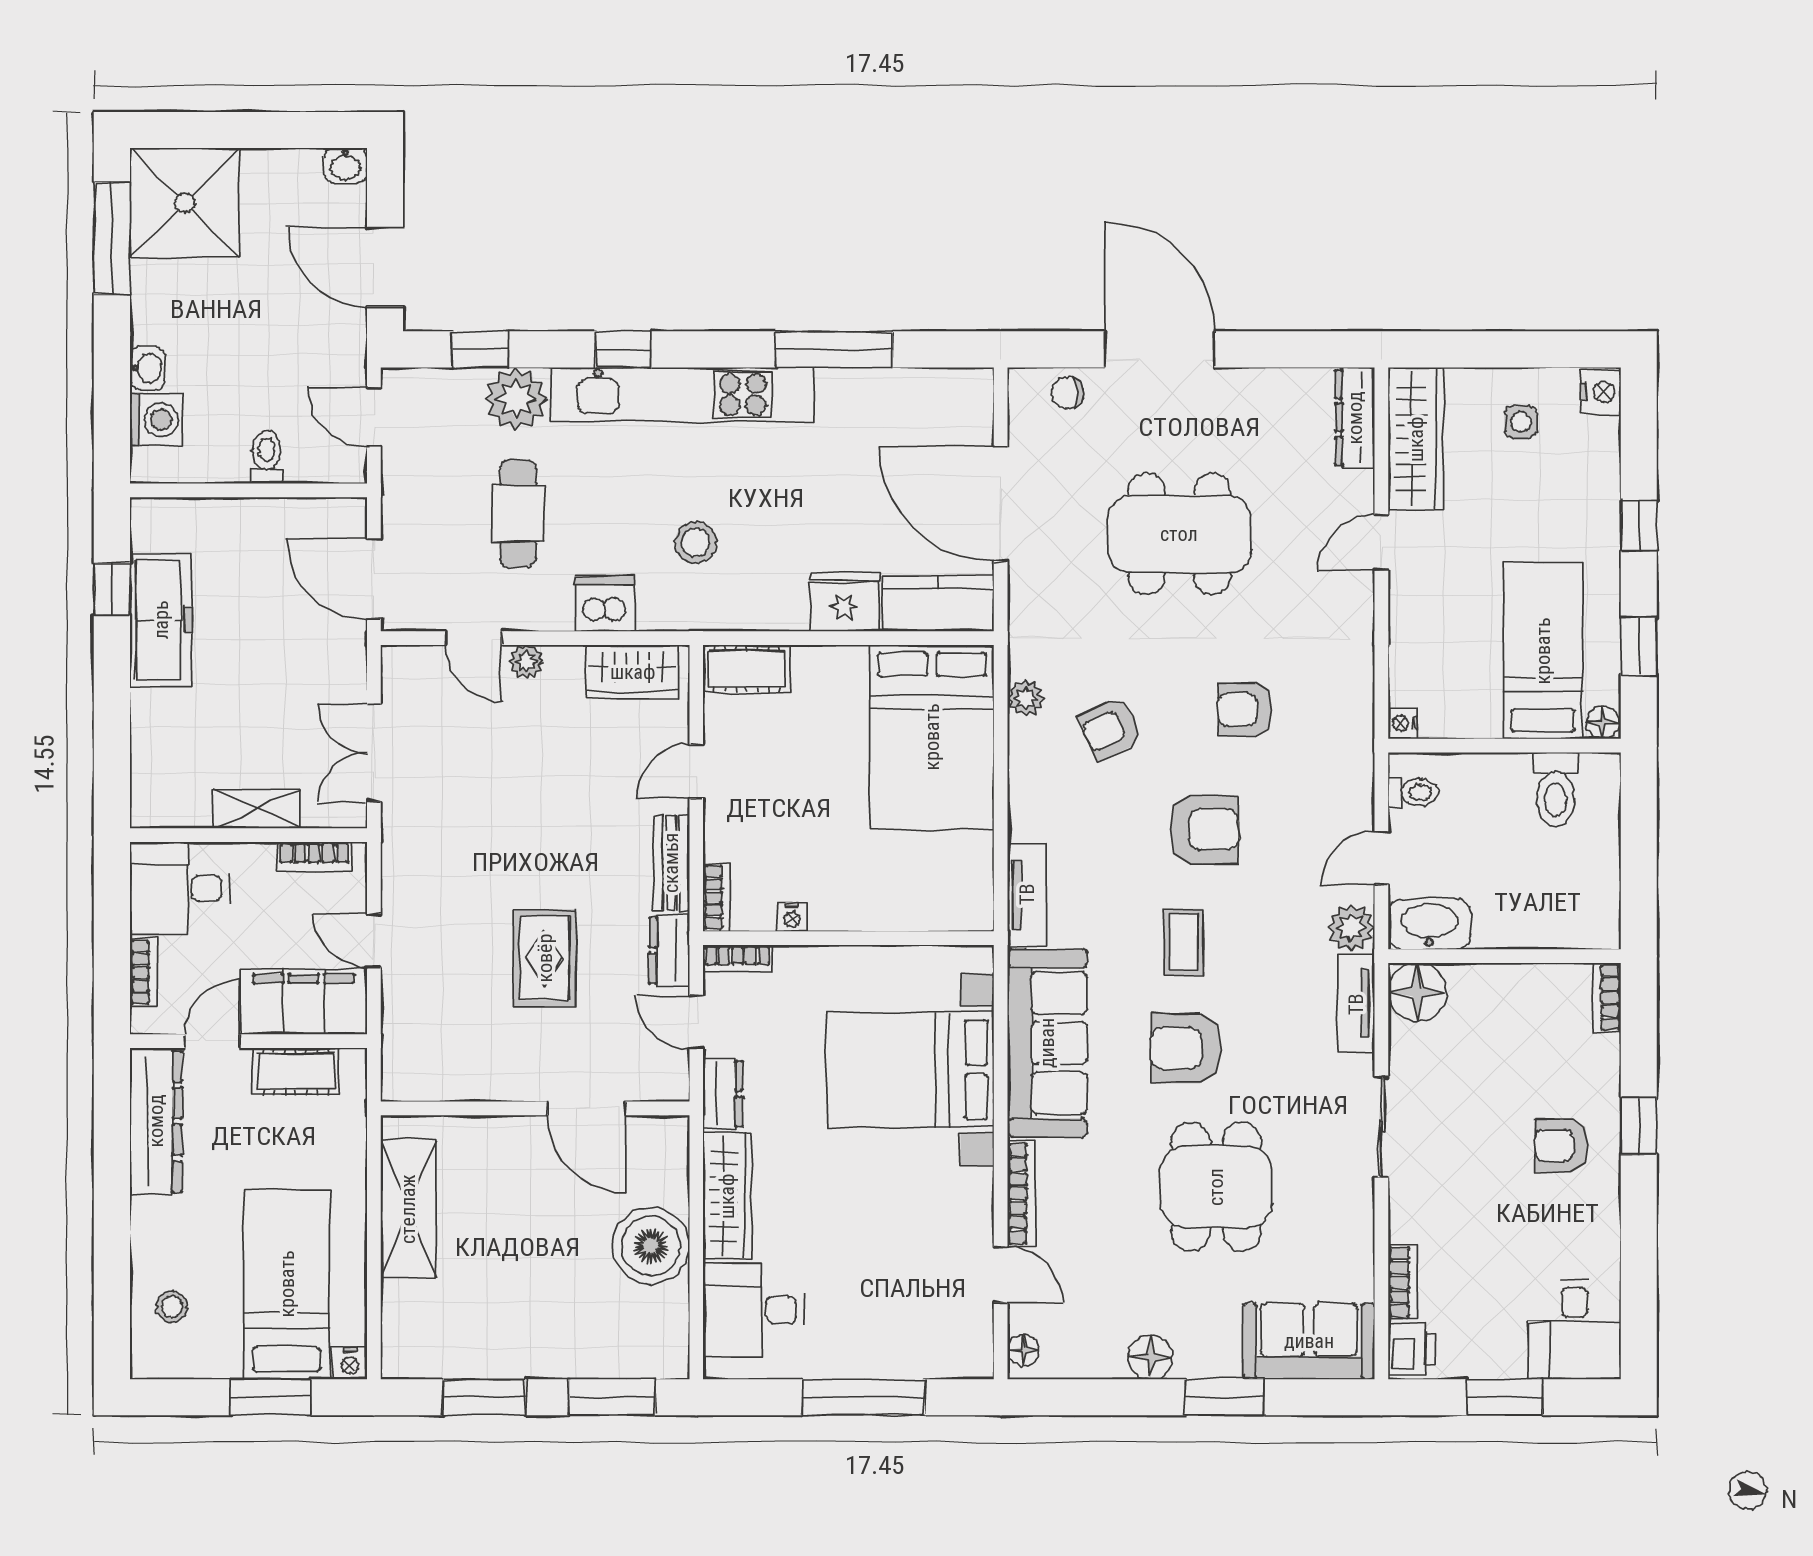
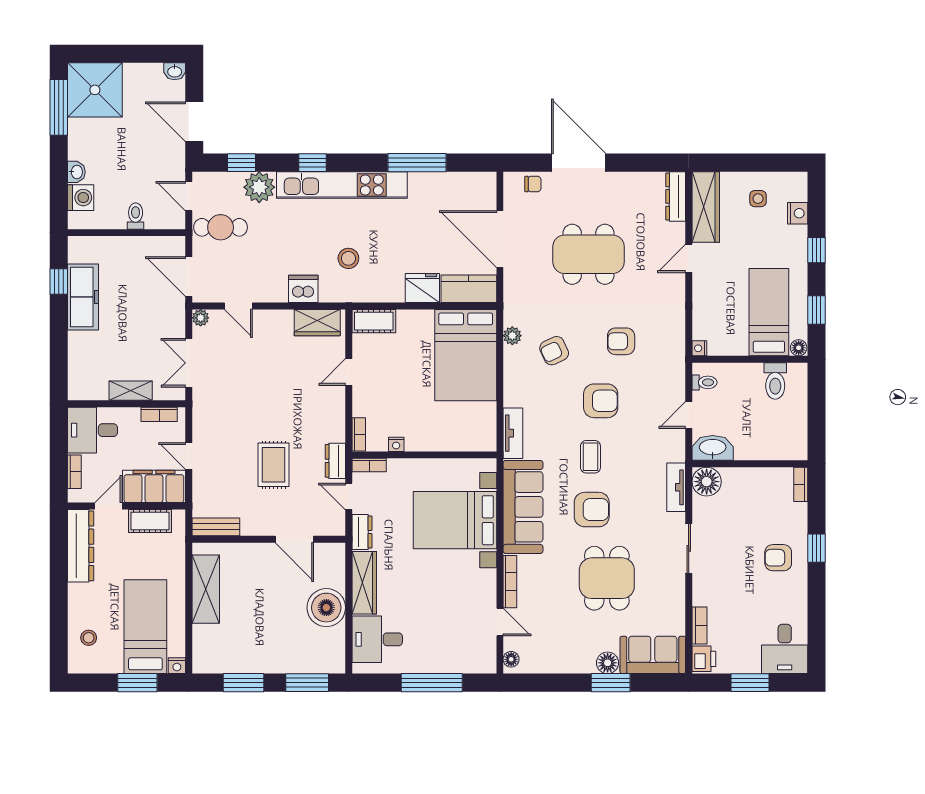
chair: (1067, 392) -> (533, 184), turned 180
nightstand: (1601, 392) -> (798, 213), moved
cafe table: (518, 514) -> (221, 227), moved, turned 90
plant: (527, 662) -> (201, 318), moved
bench: (671, 863) -> (216, 527), moved, turned 90
plant: (1351, 928) -> (674, 450), removed
armchair: (1186, 1048) -> (592, 510), turned 180
floor lamp: (1150, 1357) -> (608, 663), moved

